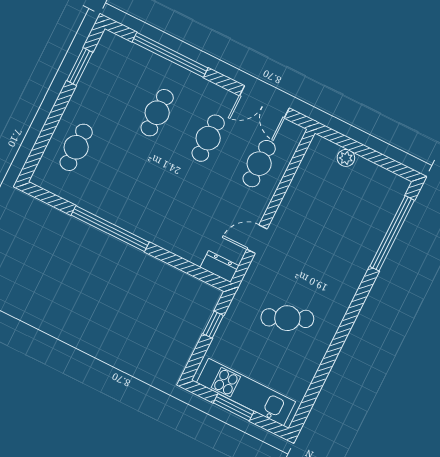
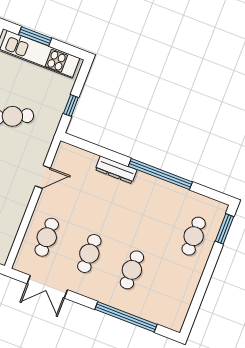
window: (80, 66) -> (225, 229), moved
double door: (264, 102) -> (47, 287), swing flipped
dresser: (220, 267) -> (116, 170), moved, width x1.44
window: (234, 407) -> (35, 36), moved

